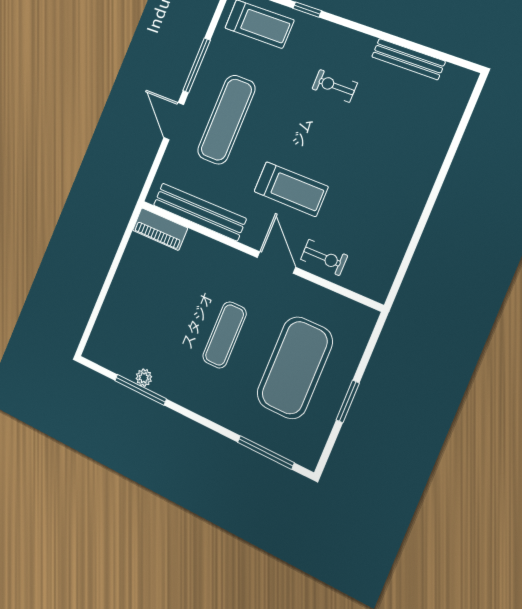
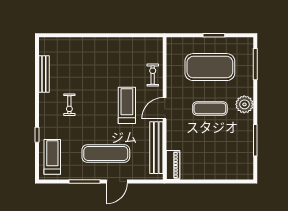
door: (276, 262) -> (165, 108), moved
plant: (144, 378) -> (244, 104), moved, width x1.88, depth x1.88

